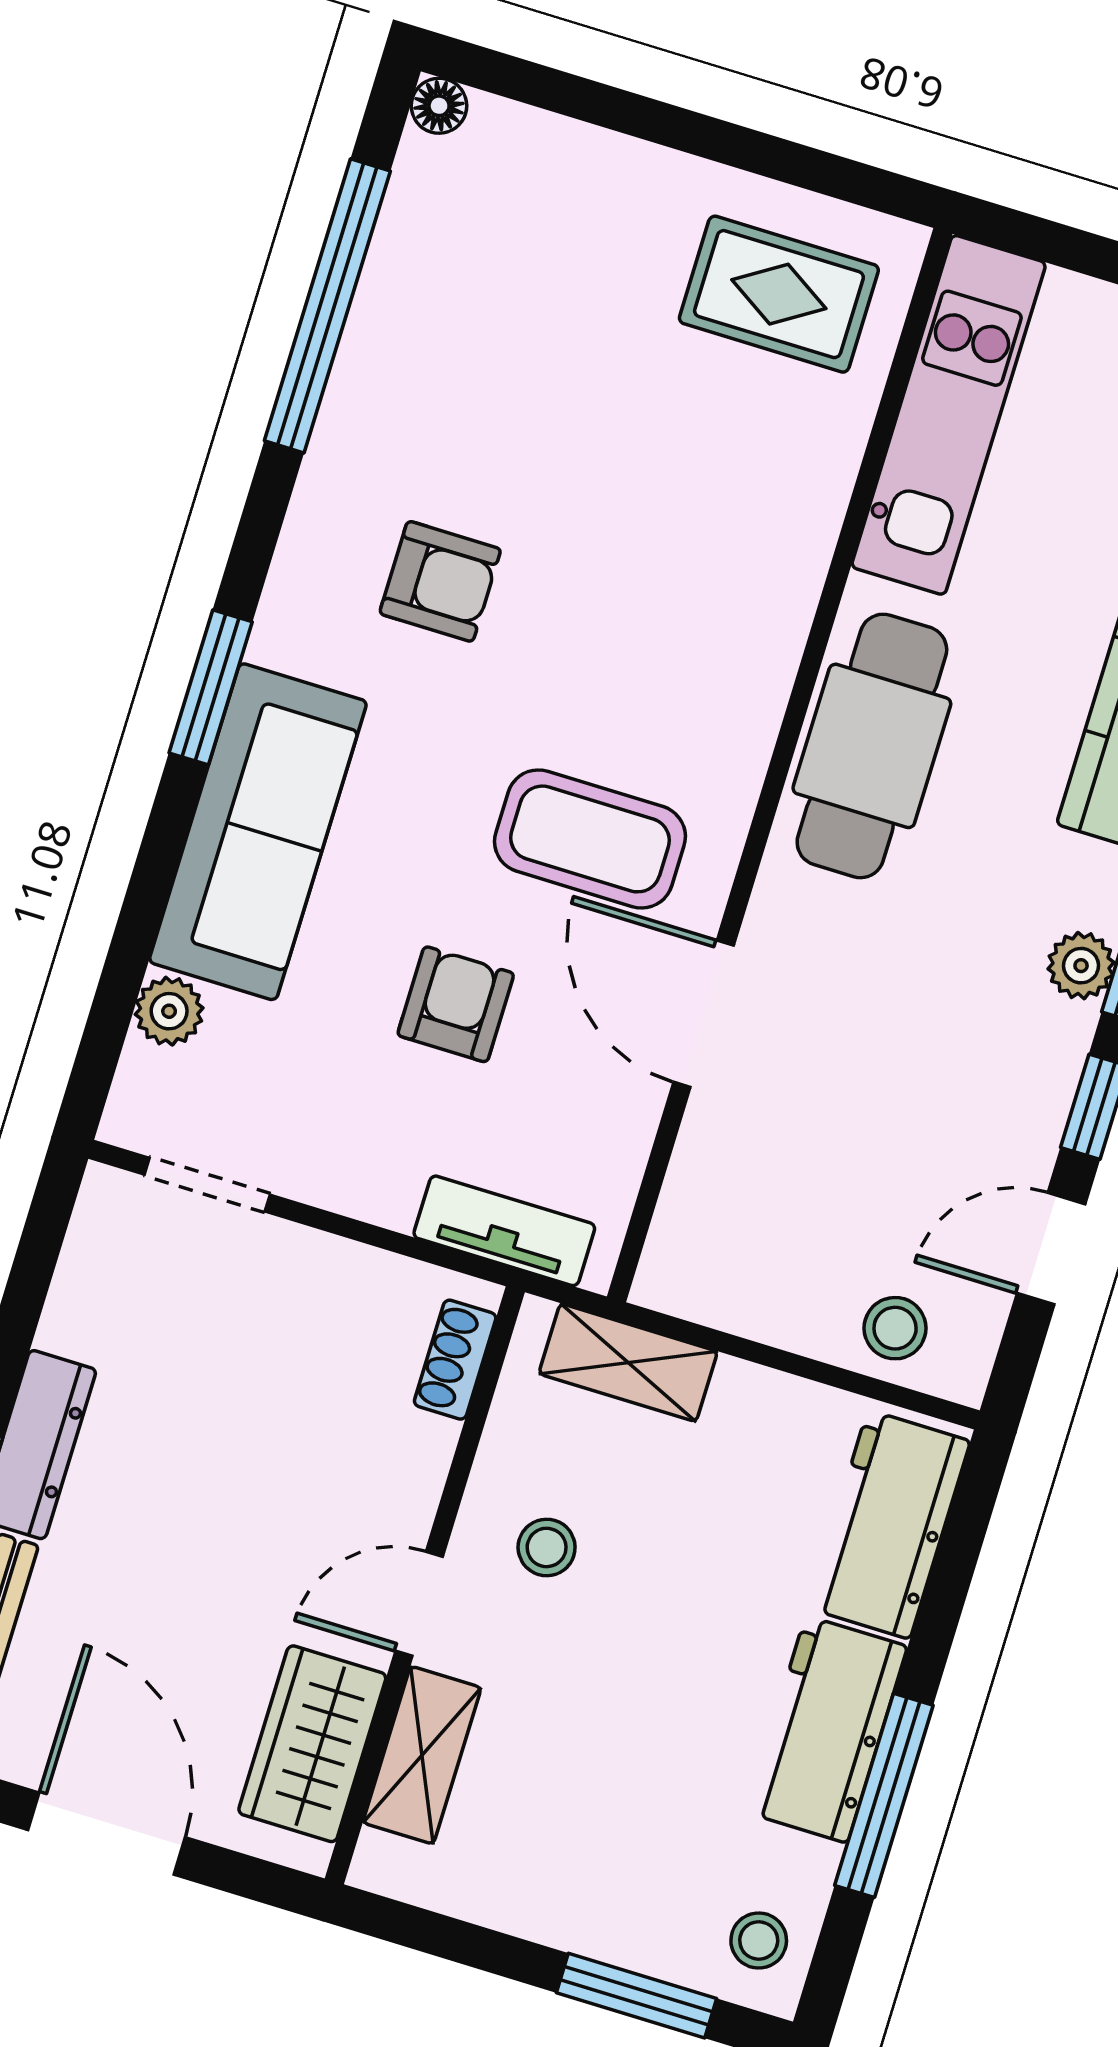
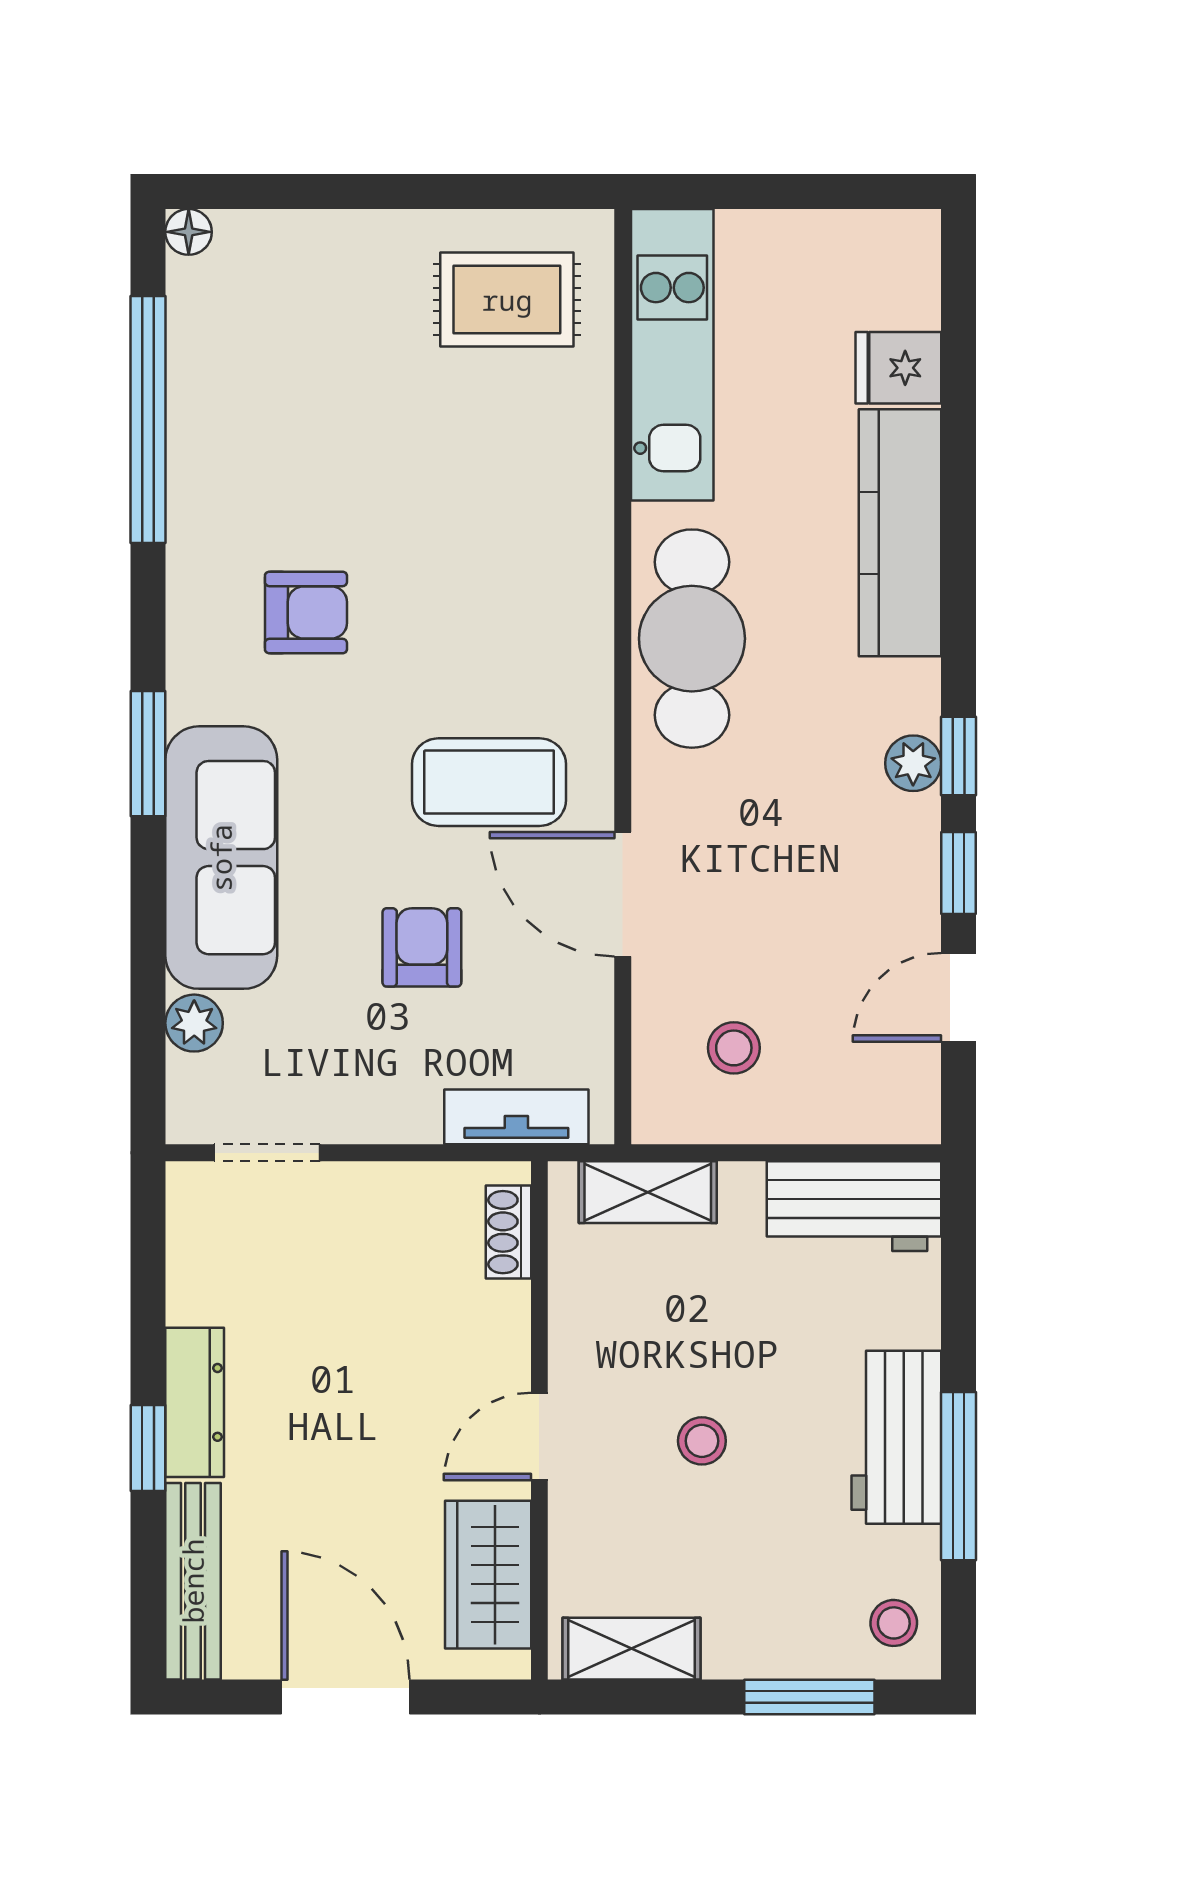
stool: (895, 1328) -> (734, 1048), moved
workbench: (889, 1525) -> (854, 1206), moved, turned -90
stool: (547, 1547) -> (702, 1441), moved
shelving: (422, 1755) -> (632, 1649), moved, turned 90

